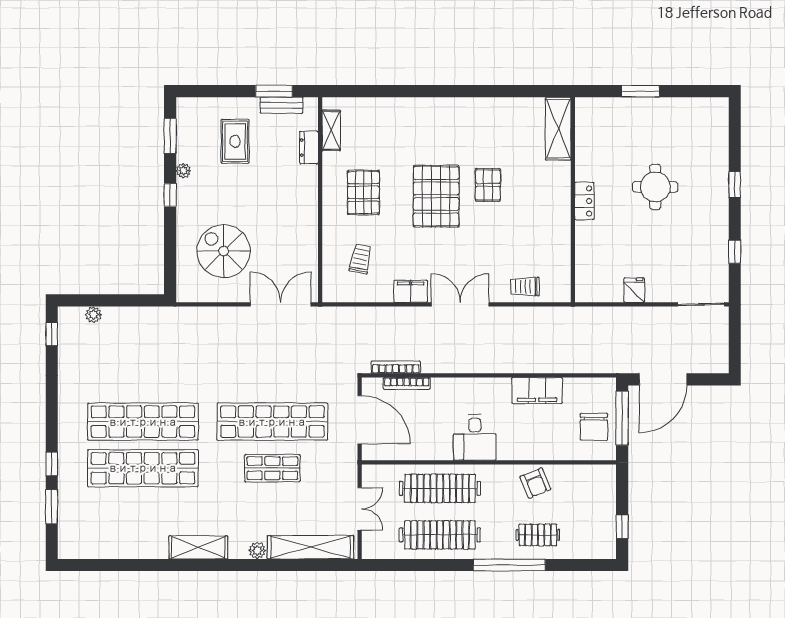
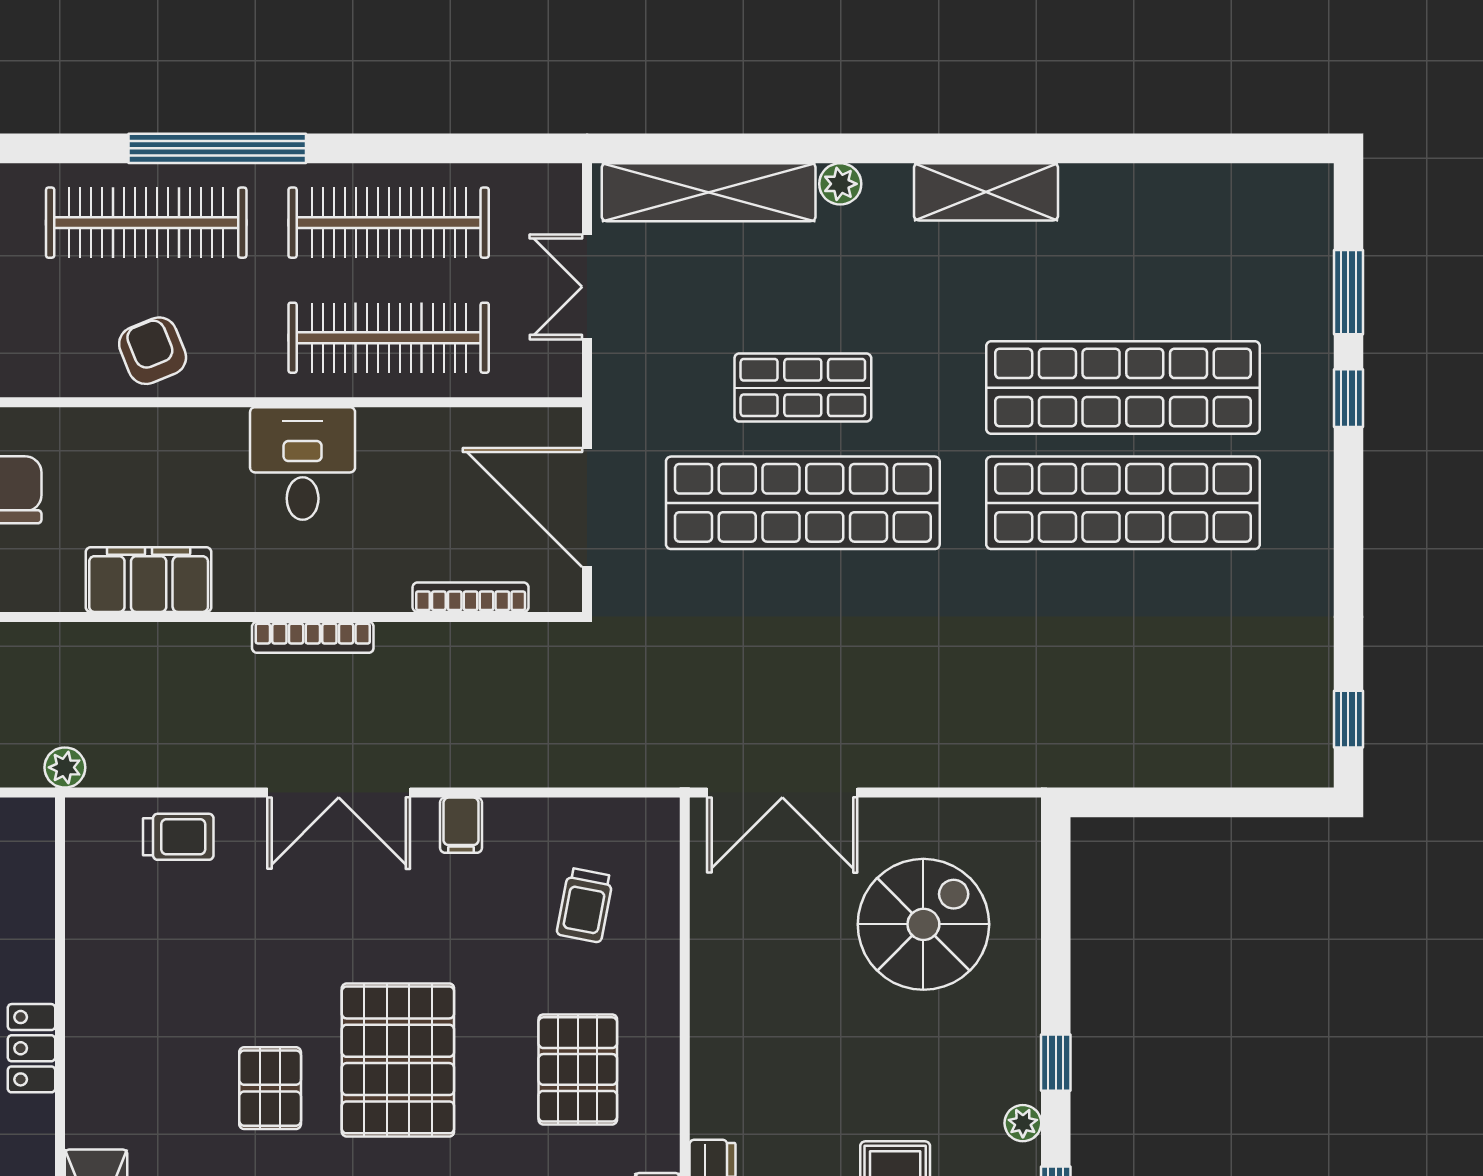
spiral stairs: (224, 251) -> (923, 924), turned -90
filing cabinet: (411, 291) -> (461, 825), width x0.50
plant: (94, 315) -> (65, 767), moved
bookcase: (396, 367) -> (313, 637), moved
clothes rail: (538, 535) -> (146, 223), width x1.86, depth x1.31

